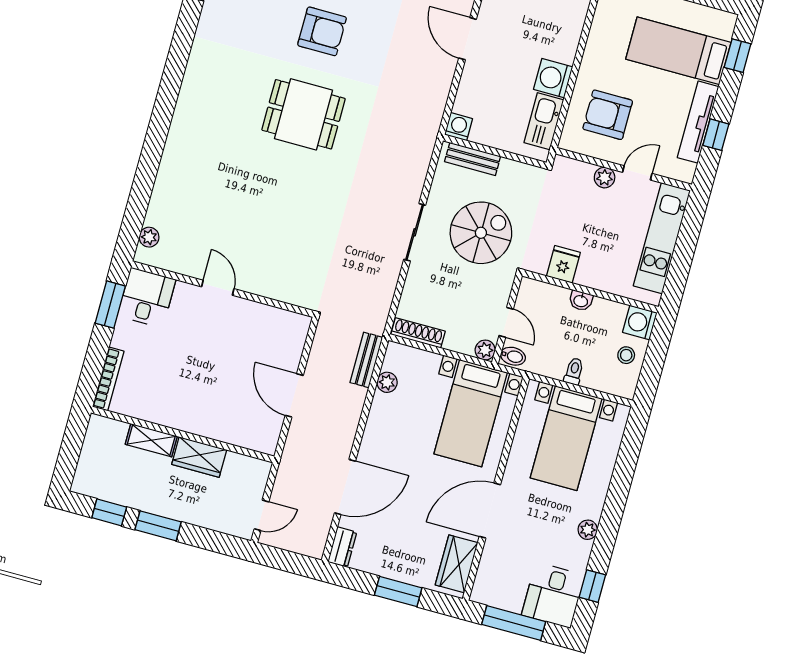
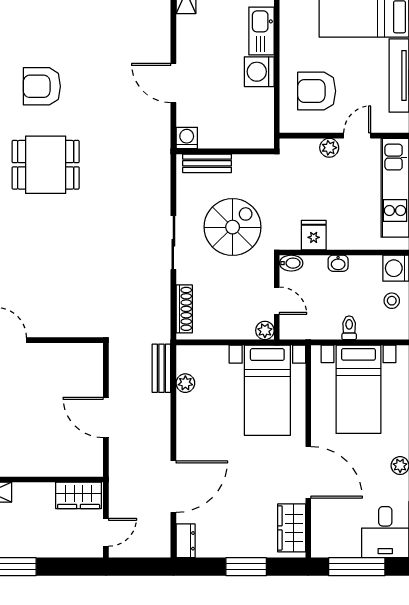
armchair: (322, 31) -> (42, 86), turned 180
door: (468, 39) -> (173, 83), moved
kitchen sink: (544, 121) -> (261, 31), moved
shoe rack: (418, 333) -> (184, 309), moved, turned 90
bidet: (513, 356) -> (291, 263), moved
wardrobe: (199, 457) -> (79, 495), moved
door: (490, 511) -> (308, 472), swing flipped

